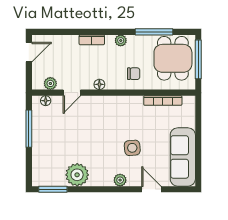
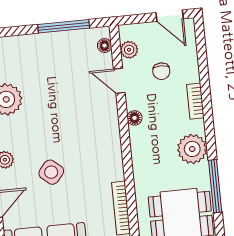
plant: (121, 40) -> (192, 149), width x1.87, depth x1.87
chair: (134, 74) -> (161, 71), moved
side table: (132, 148) -> (51, 172), turned 45

